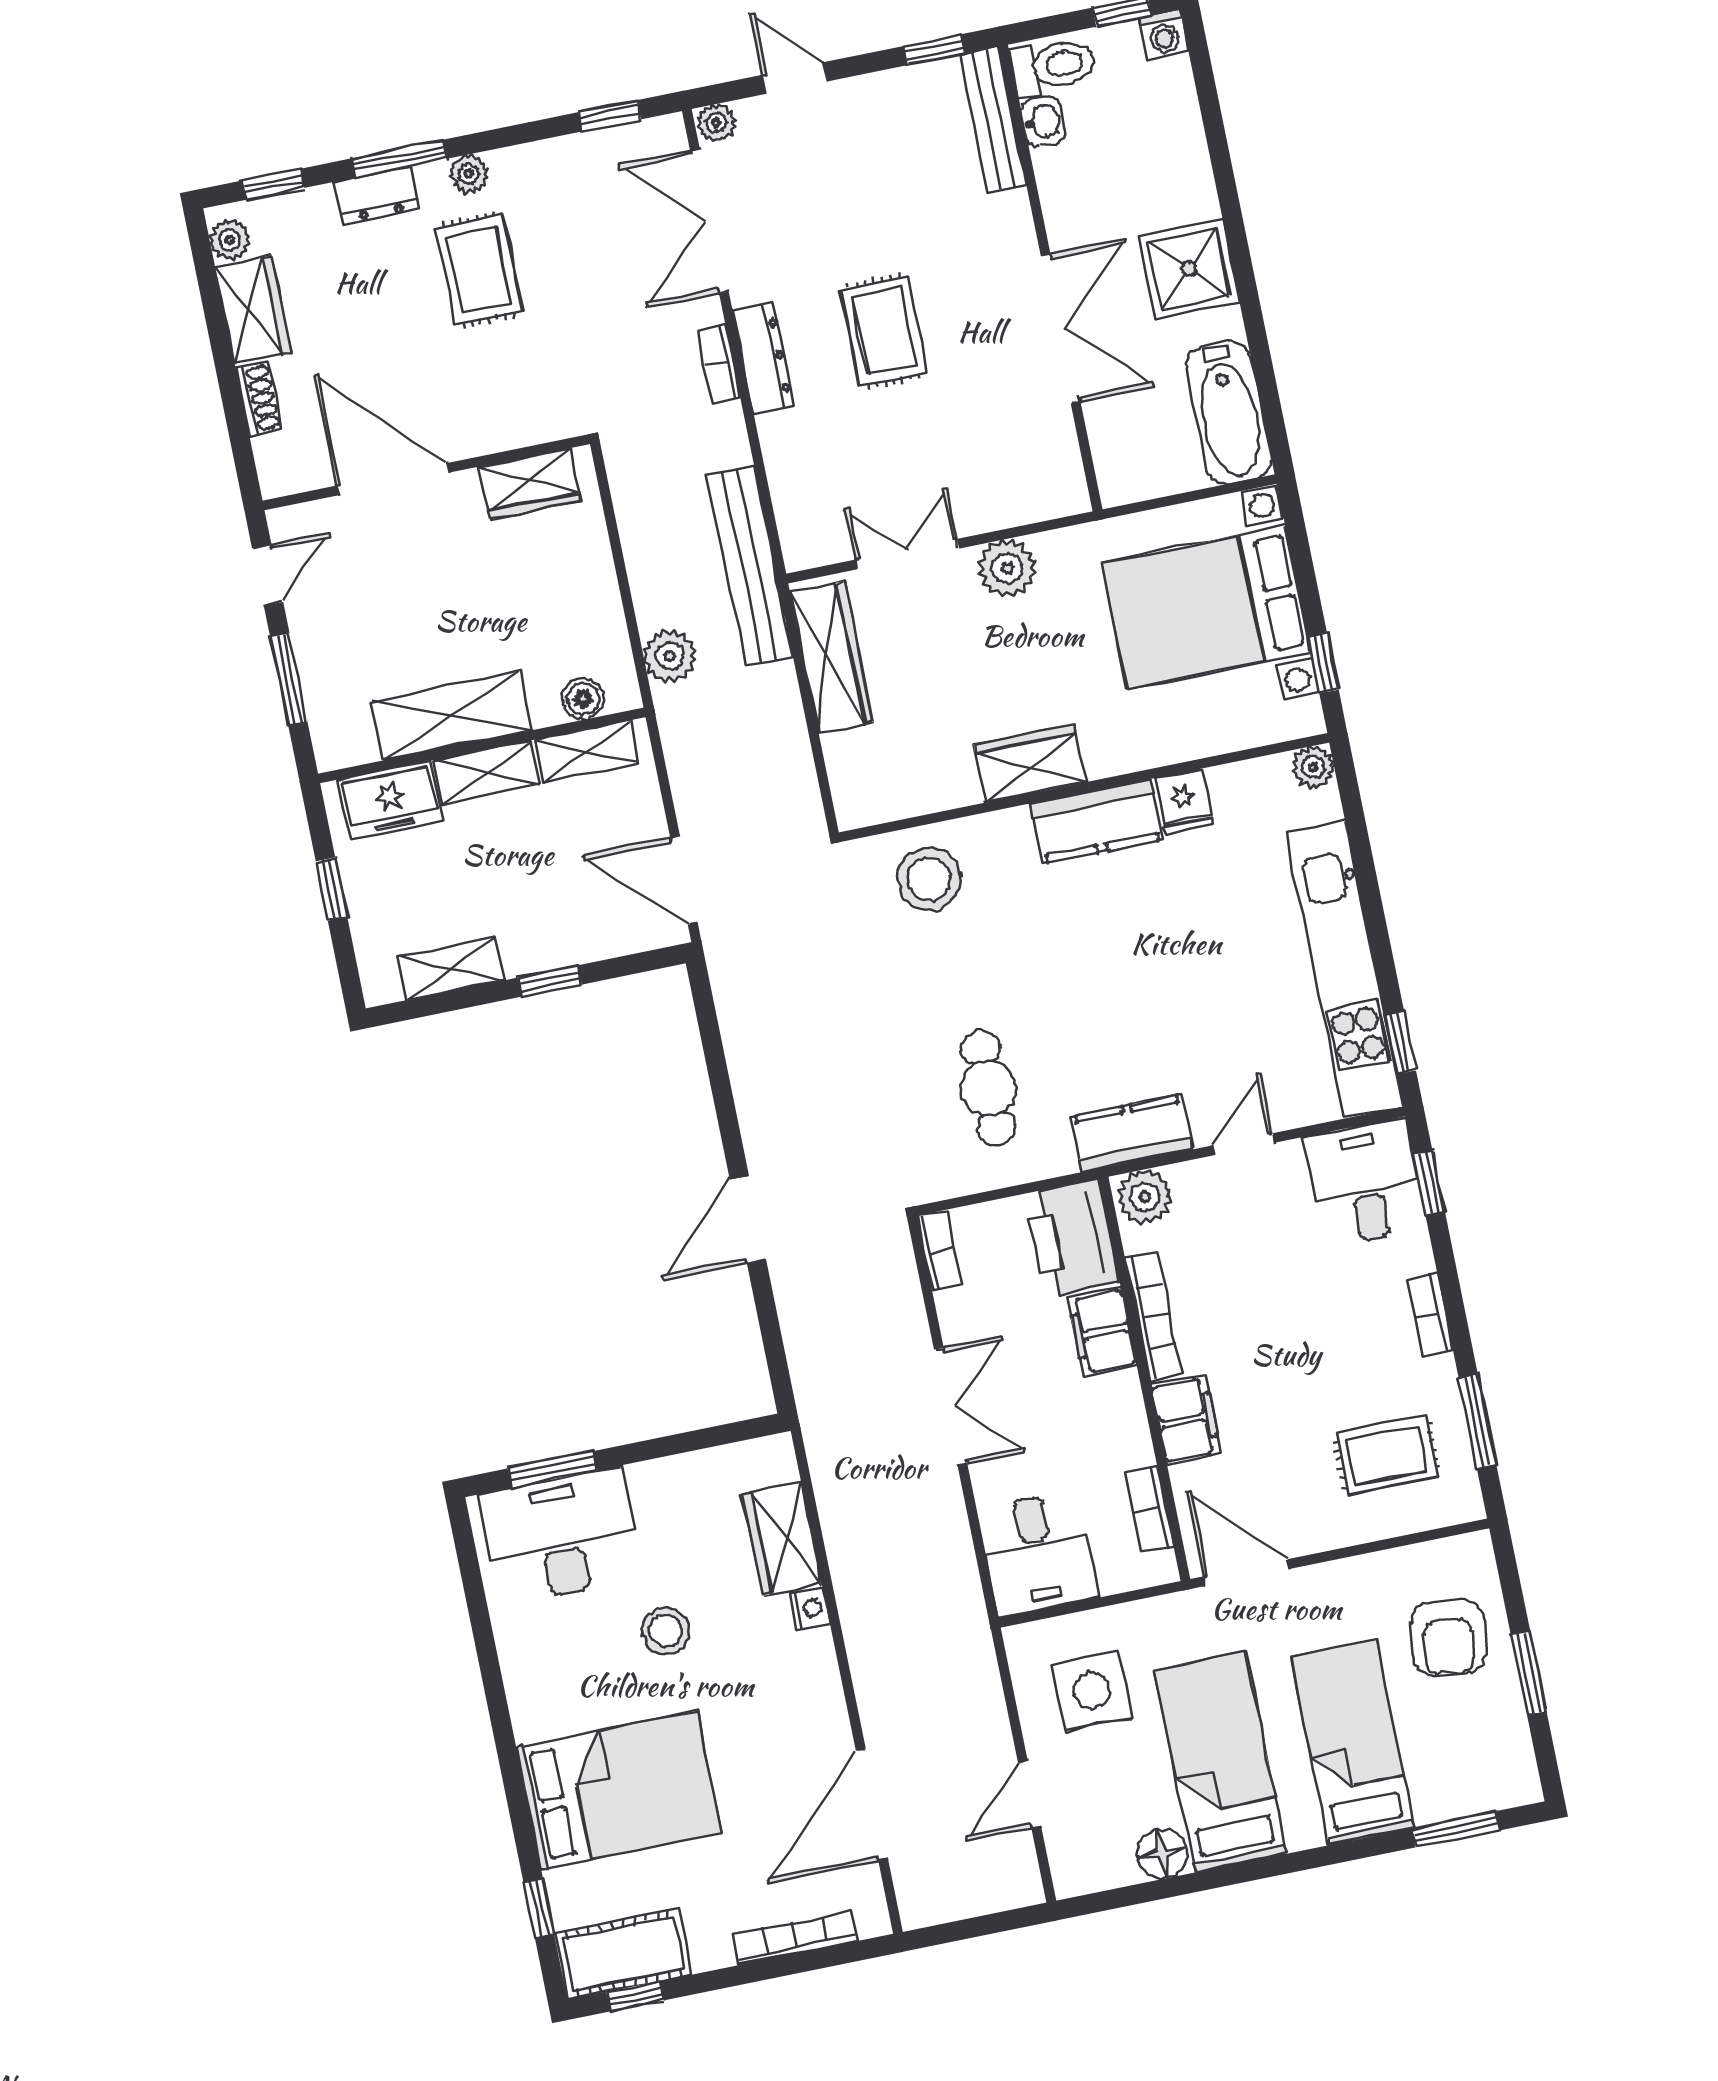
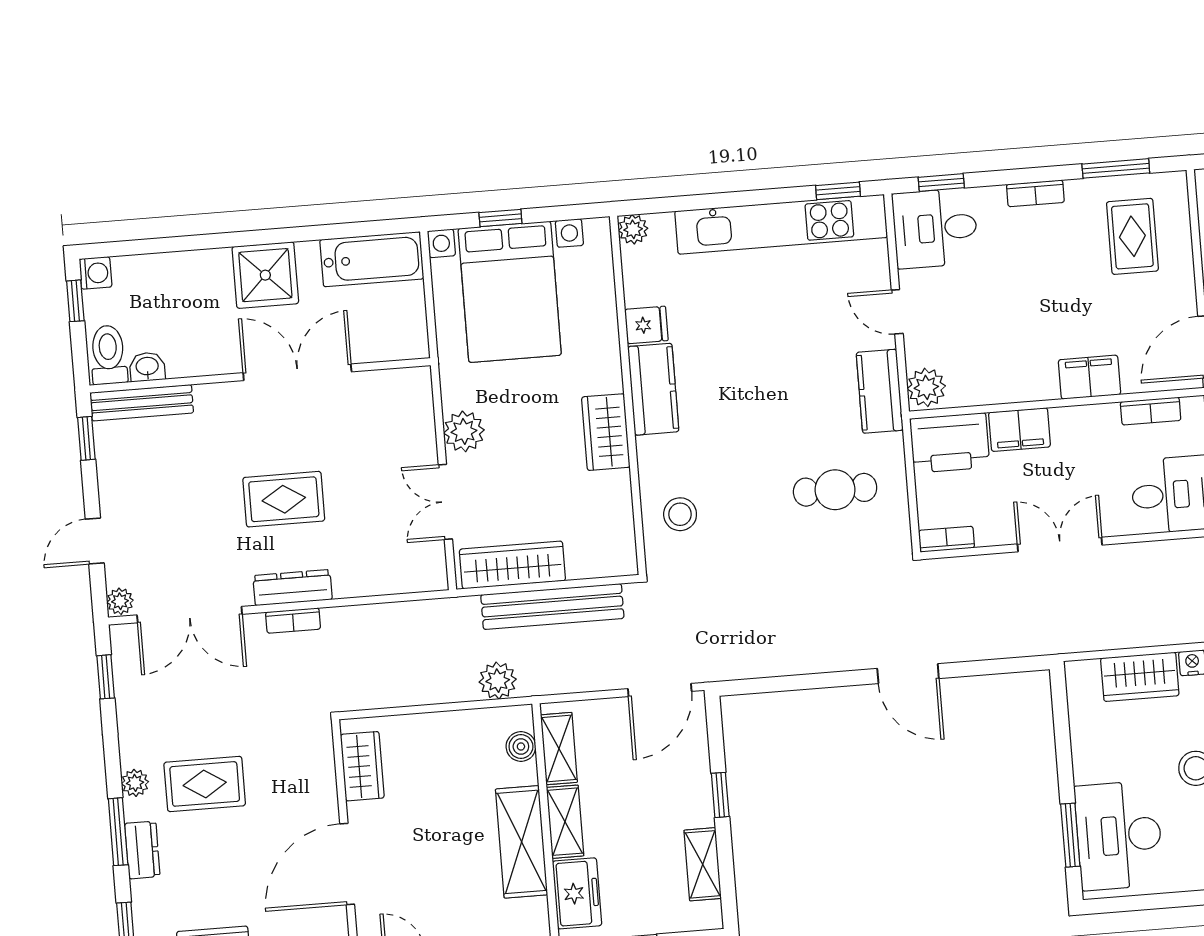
bench: (750, 566) -> (552, 607), moved
window: (1323, 663) -> (500, 218), moved
stool: (929, 879) -> (680, 514), width x0.73, depth x0.73
bookcase: (1153, 1317) -> (1013, 392), removed

